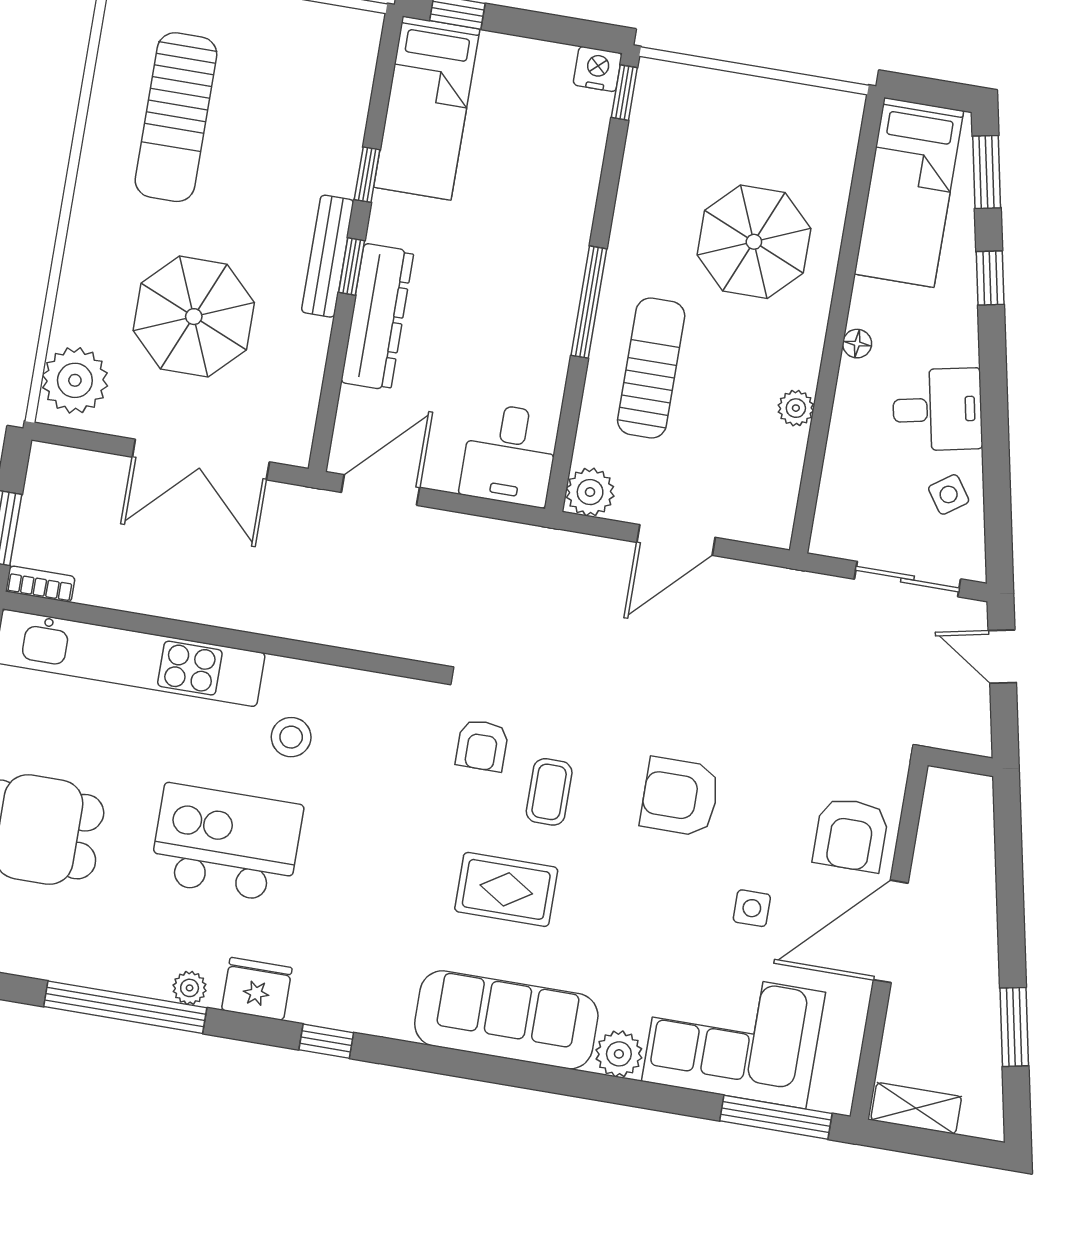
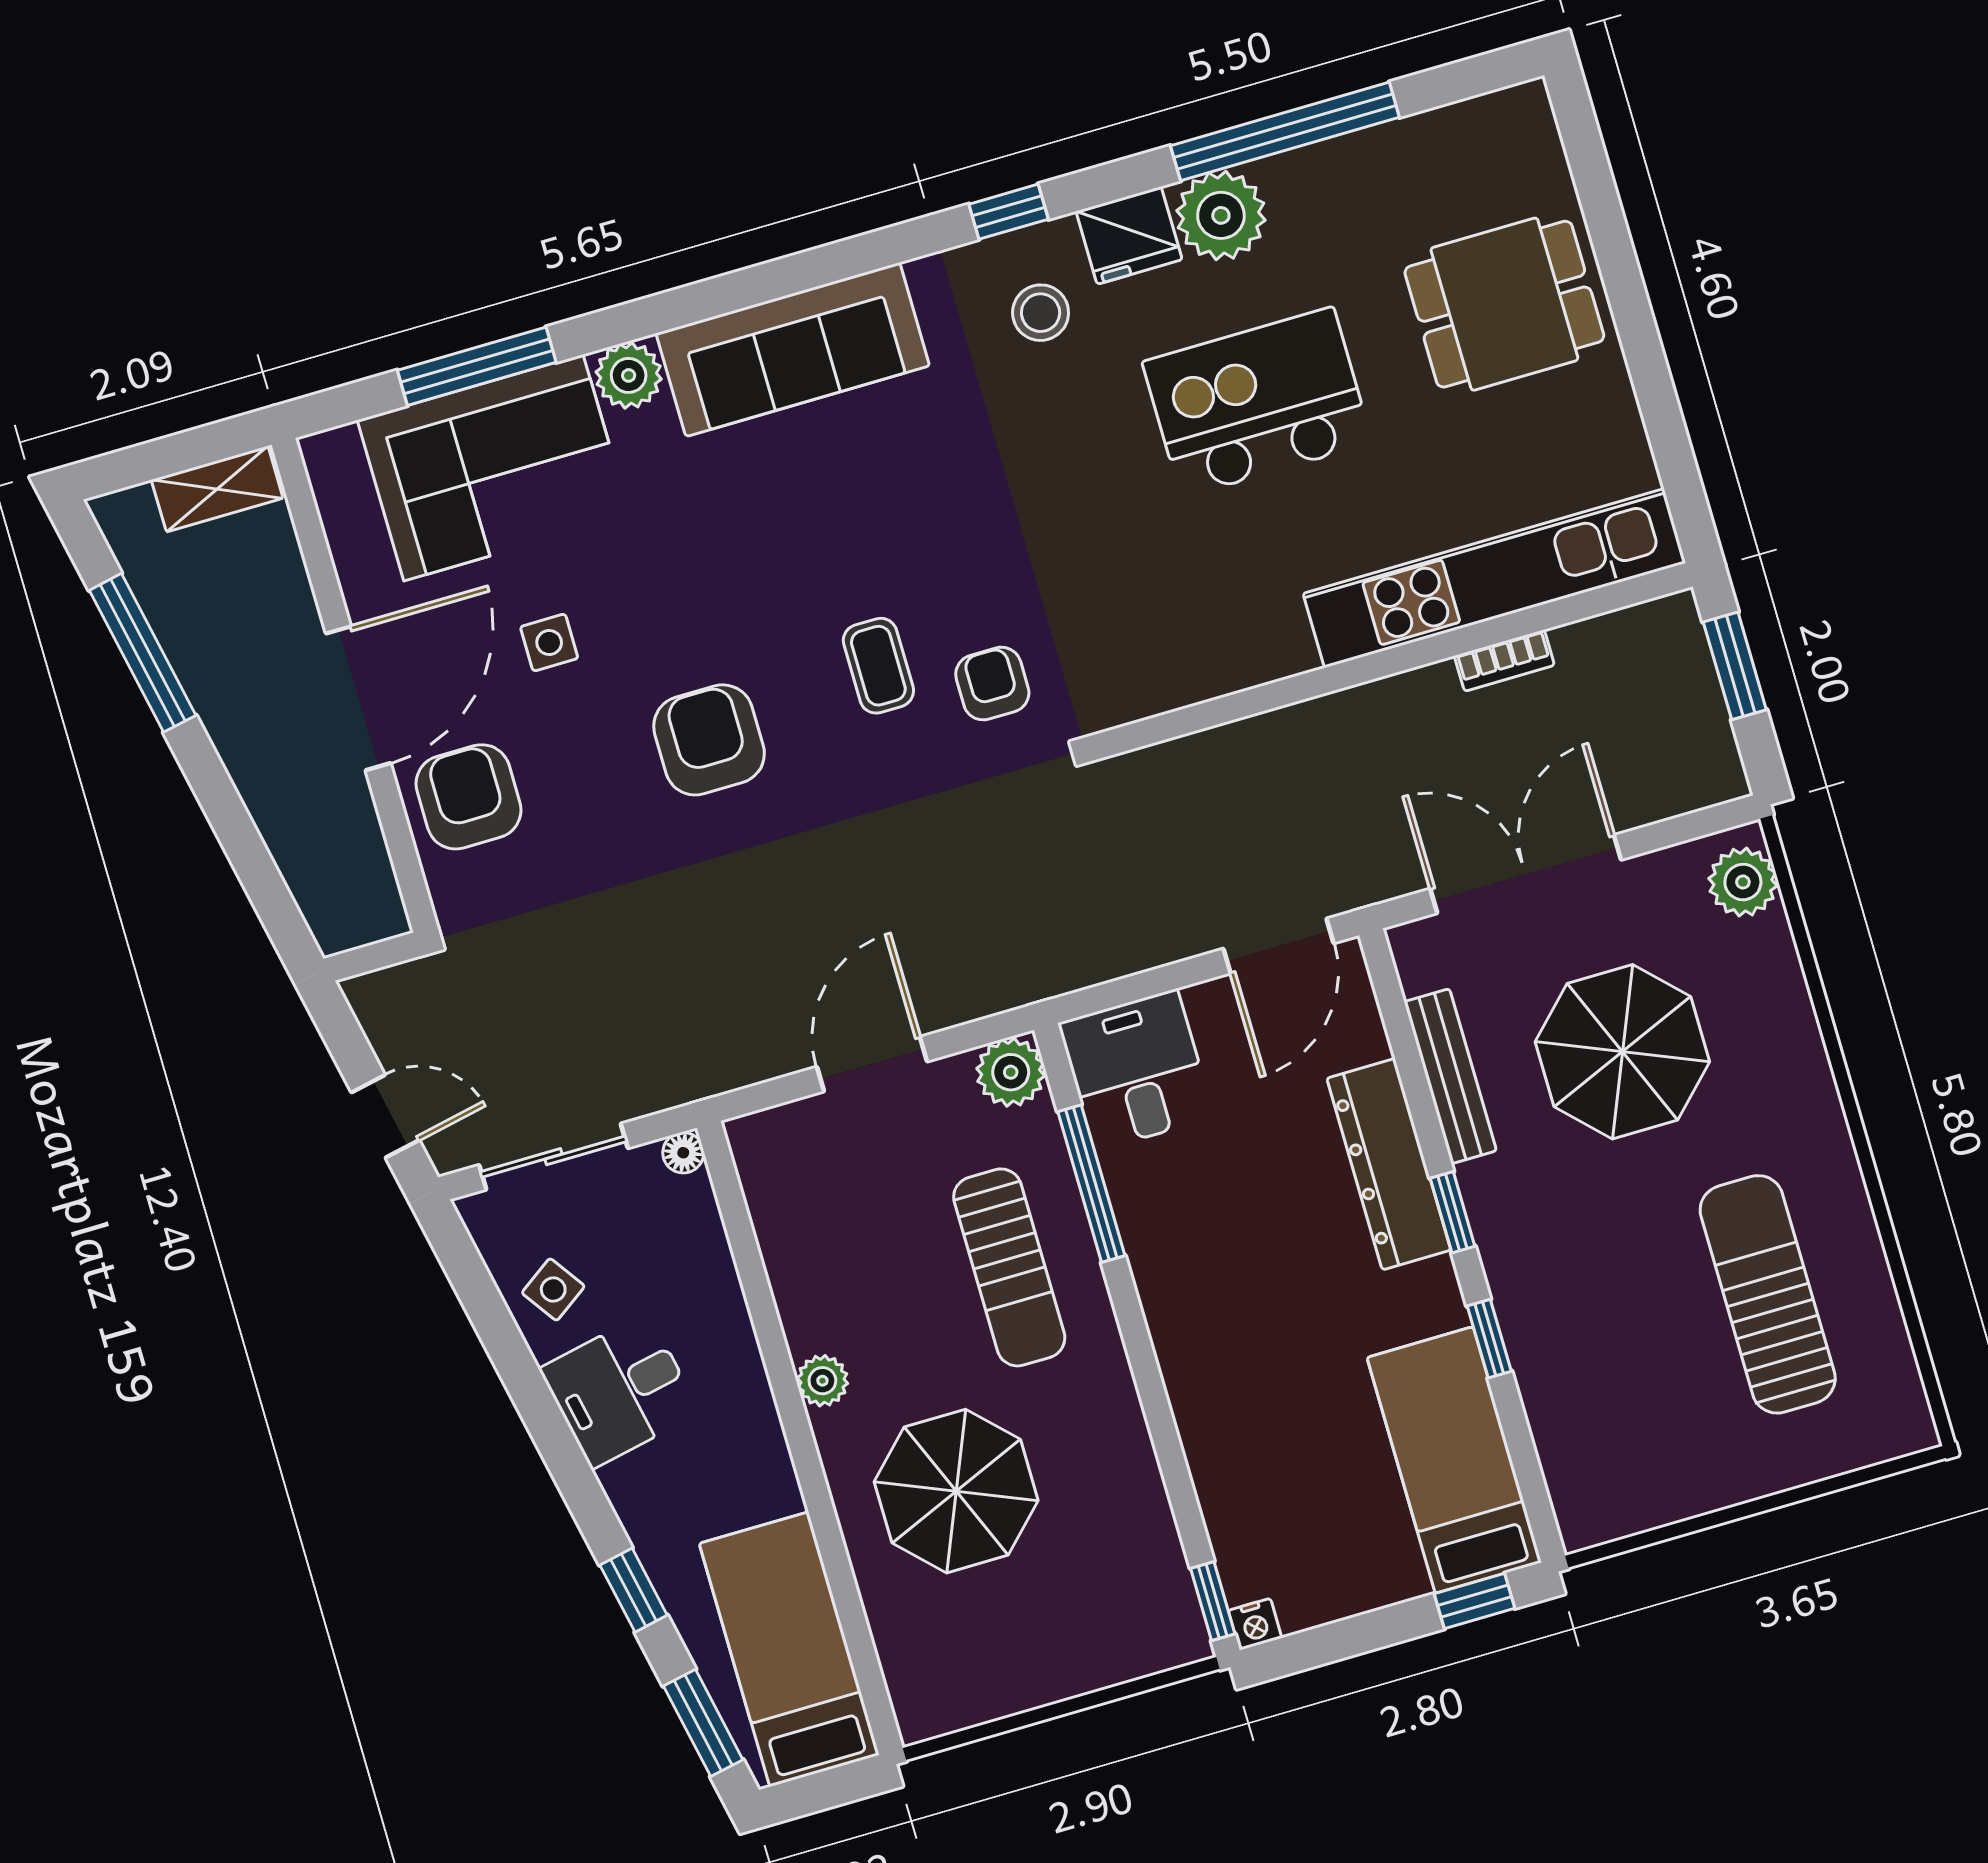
nightstand: (598, 69) -> (1255, 1624), width x0.72, depth x0.74
bench: (328, 256) -> (1450, 1076), moved
window: (589, 302) -> (1091, 1184), moved
floor lamp: (857, 344) -> (683, 1153), moved
plant: (75, 380) -> (1743, 882), width x0.73, depth x0.73
plant: (796, 408) -> (822, 1381), moved
bookcase: (40, 584) -> (1504, 661), moved
stool: (291, 737) -> (1041, 313), moved
armchair: (680, 797) -> (709, 740), turned -90
kitchen island: (226, 843) -> (1257, 402), turned 180
rug: (506, 889) -> (873, 515), removed
plant: (190, 988) -> (1221, 215), width x1.88, depth x1.88
window: (1014, 1027) -> (143, 653), width x1.44
window: (776, 1117) -> (477, 366), moved

